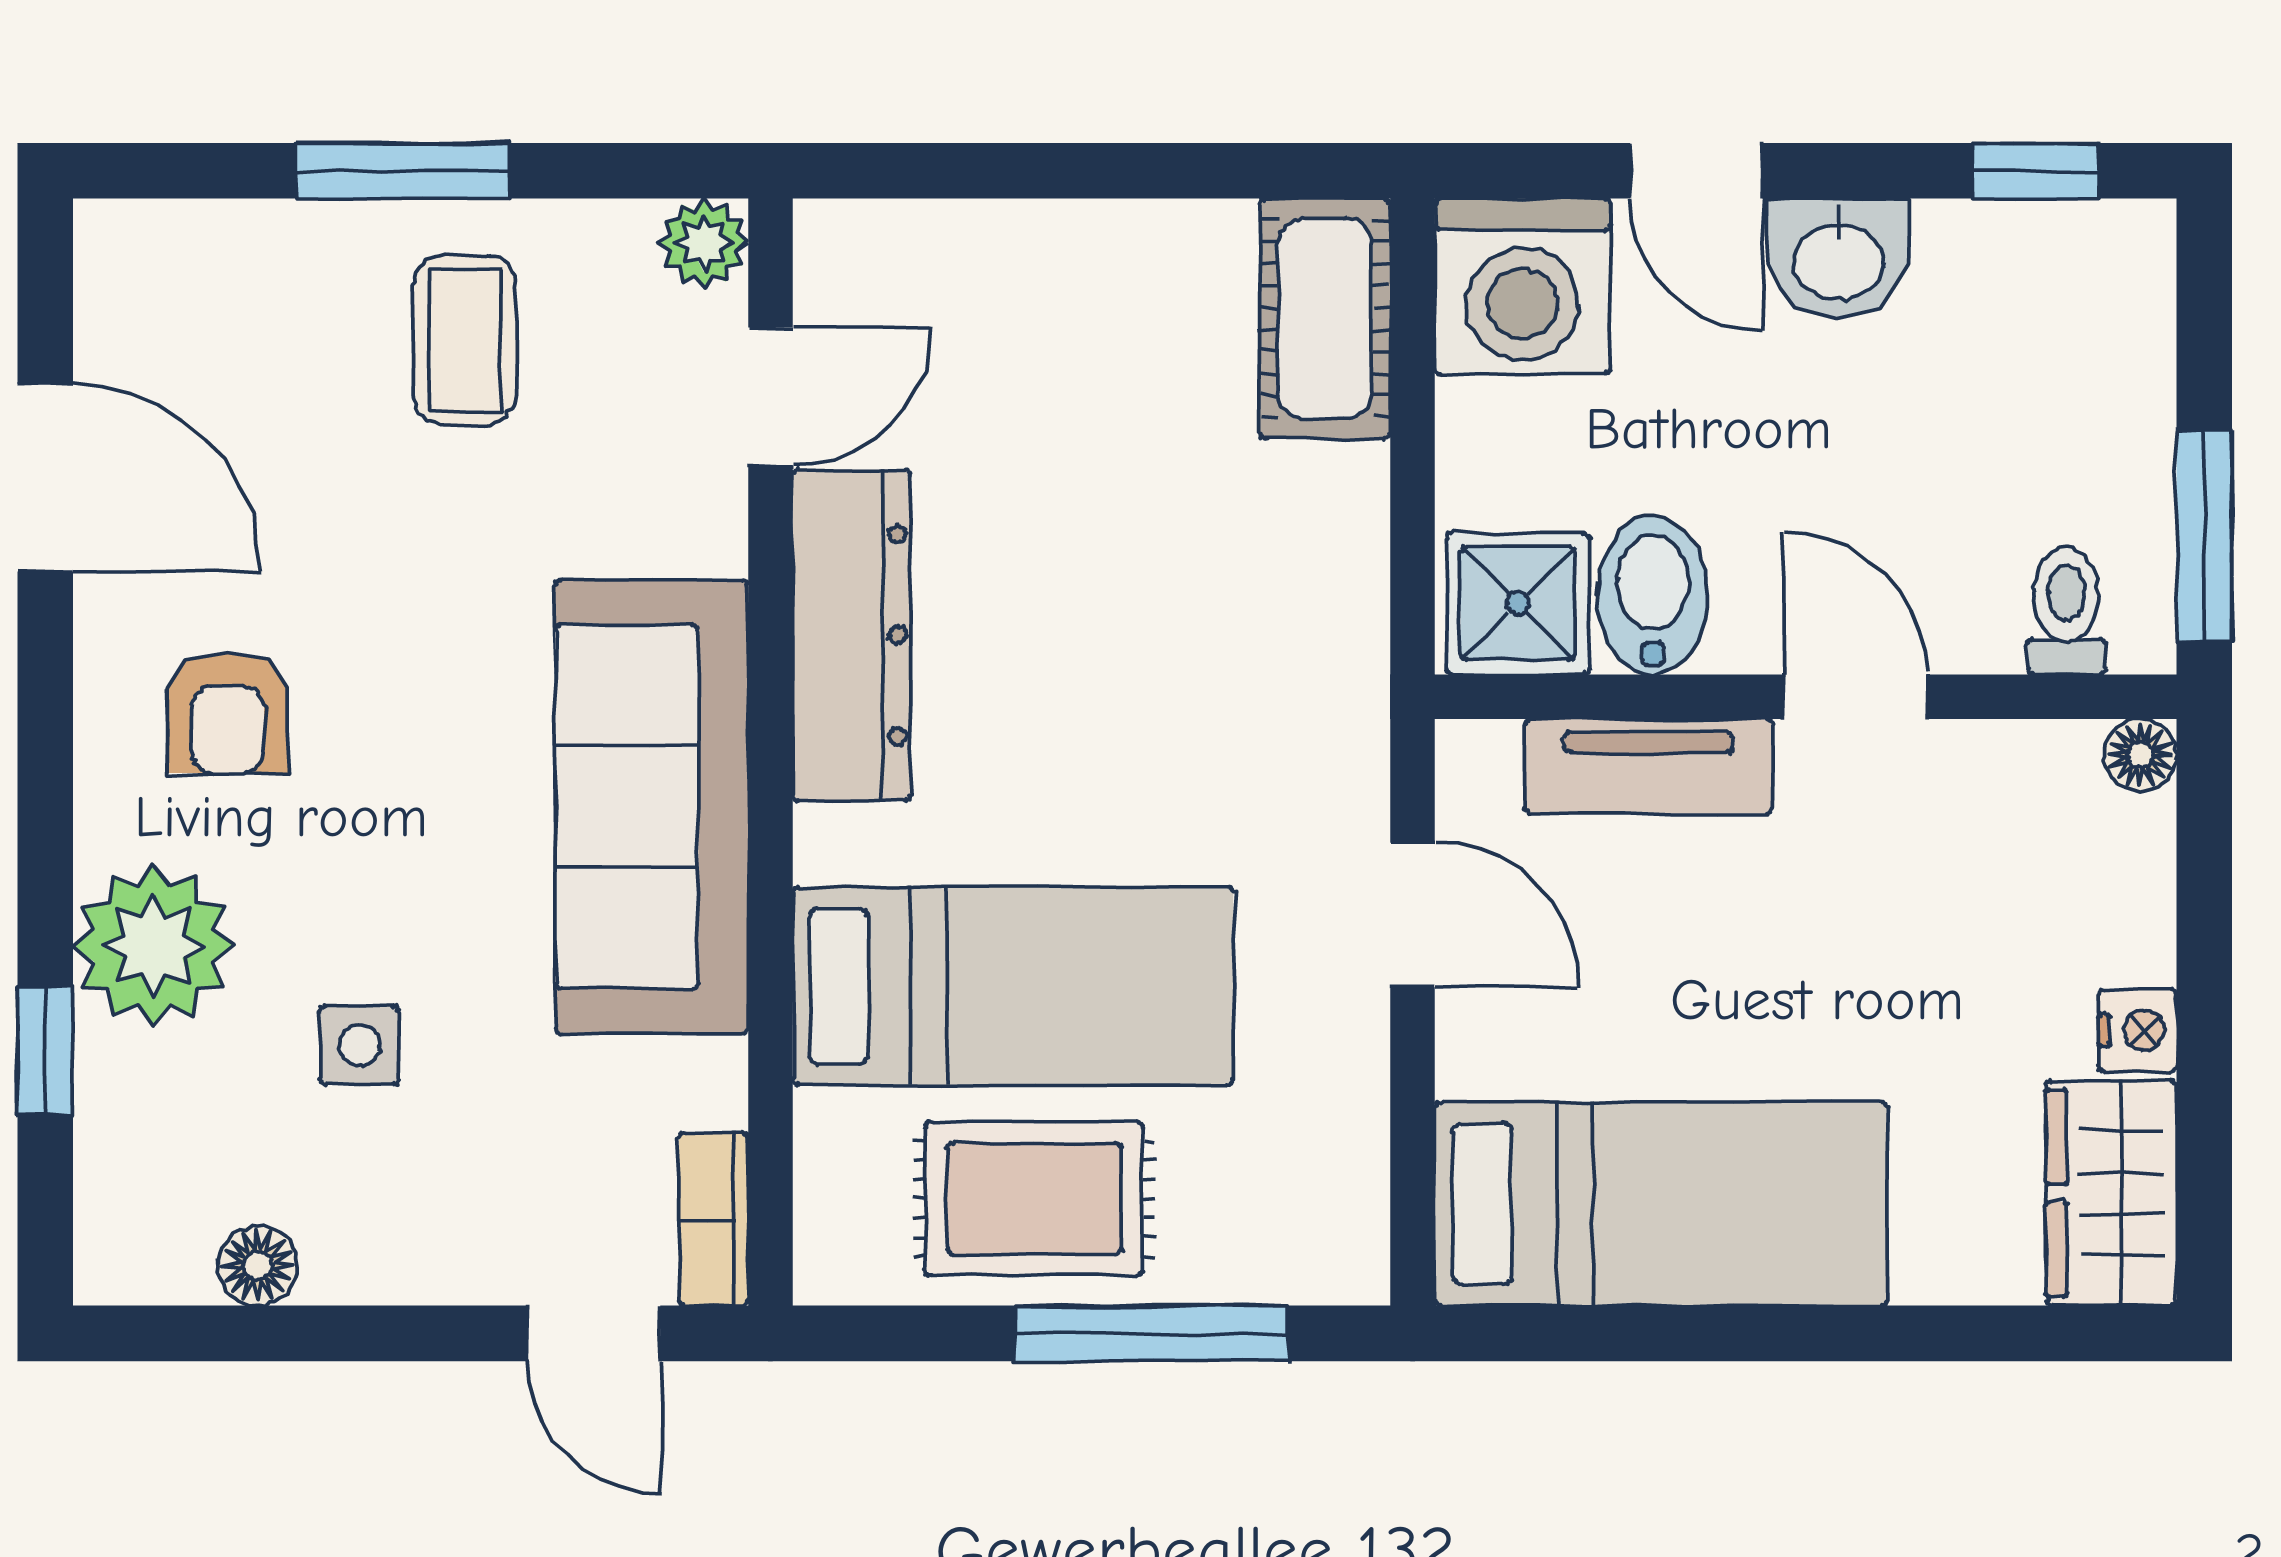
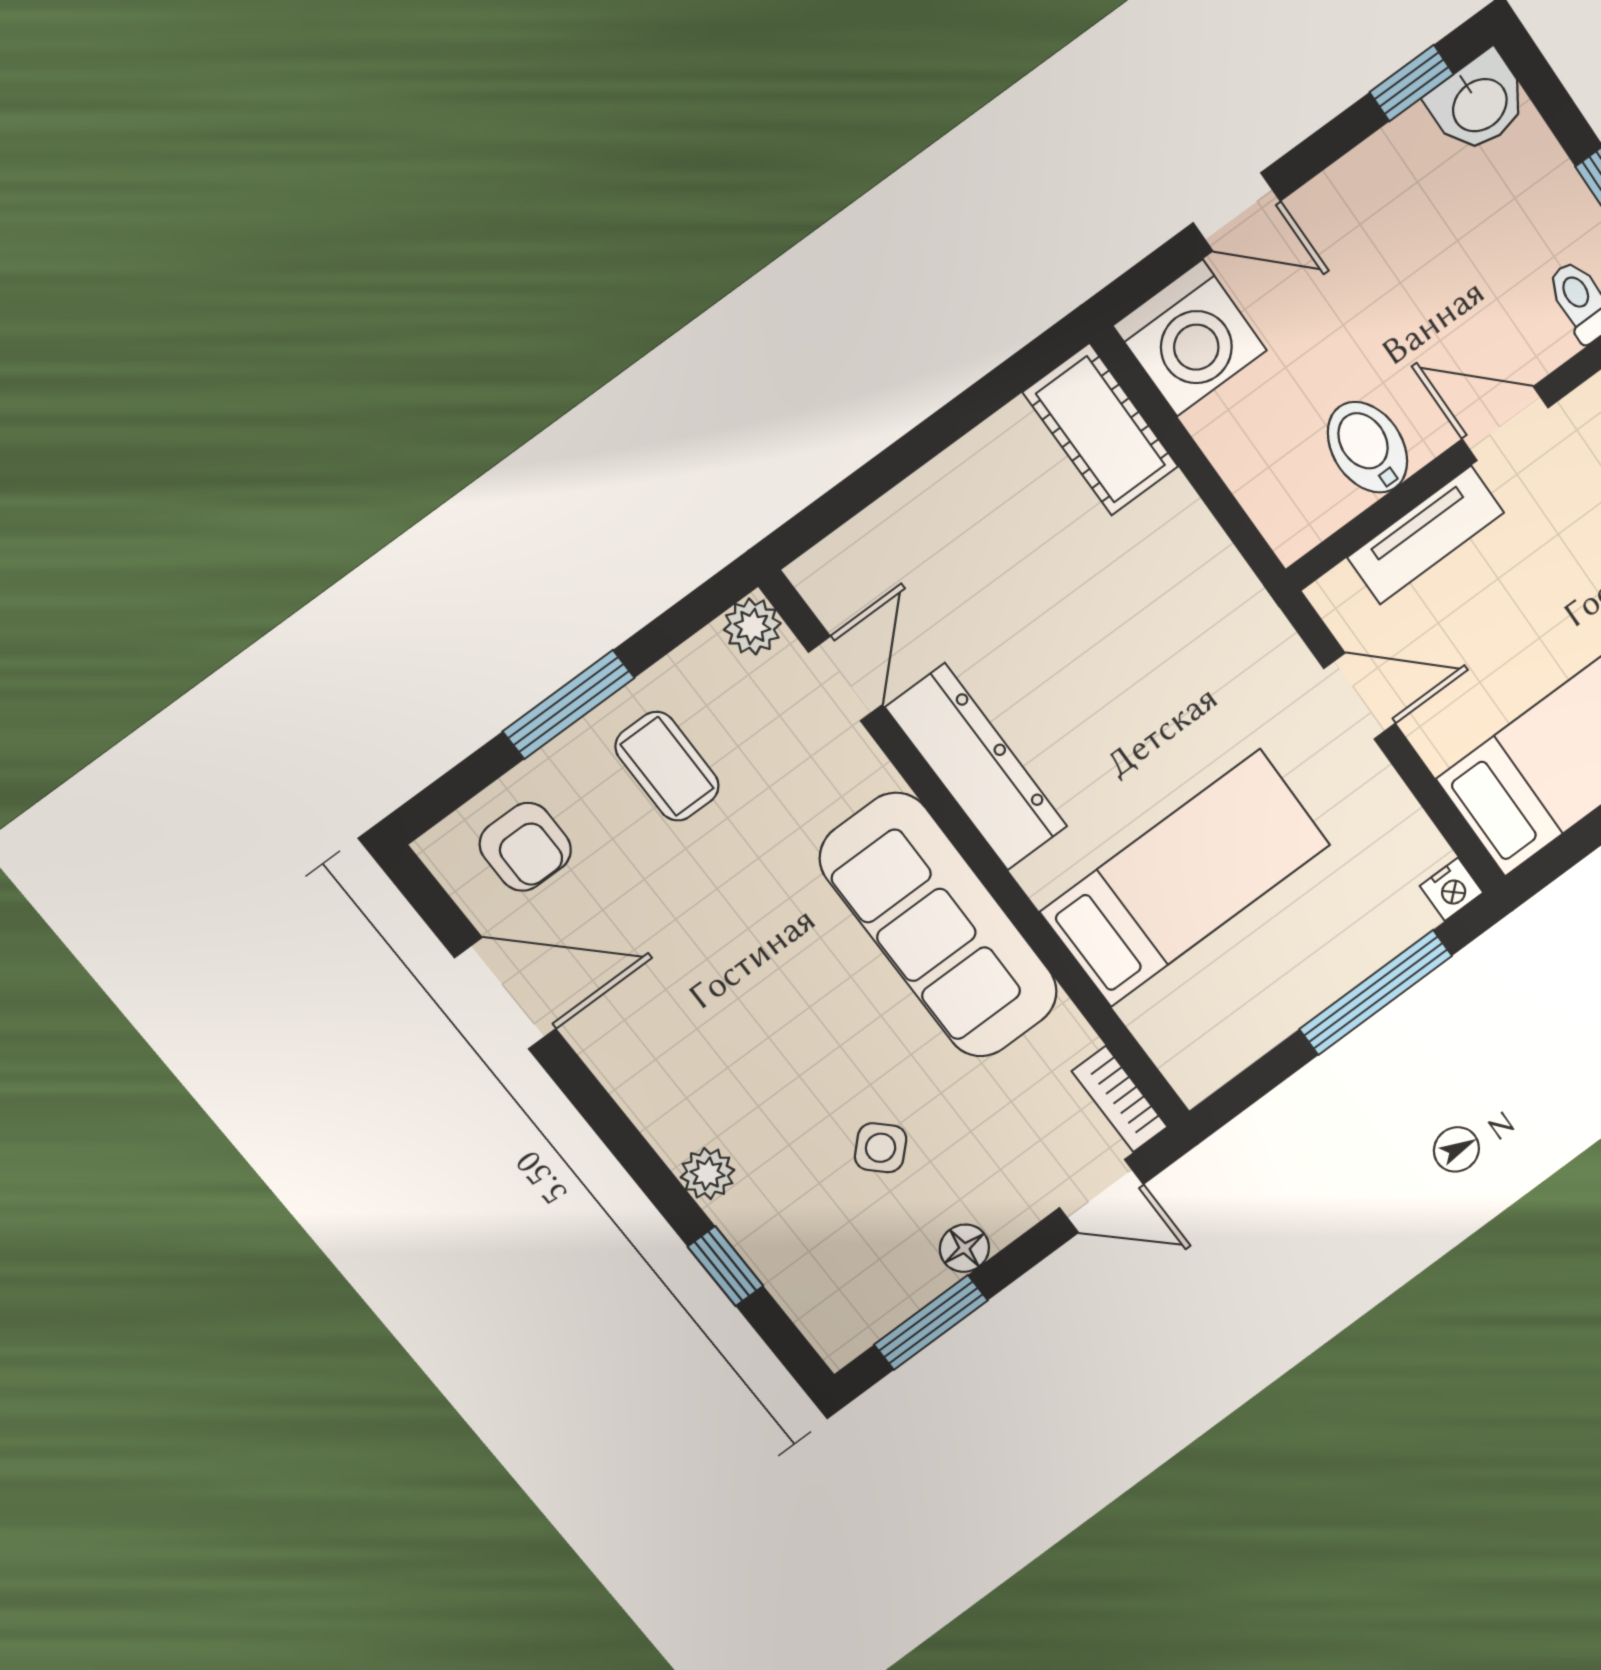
washbasin: (1838, 259) -> (1479, 103), moved
shower: (1518, 603) -> (1302, 502), removed
armchair: (228, 713) -> (525, 847), moved
plant: (154, 946) -> (708, 1174), width x0.53, depth x0.53
side table: (359, 1045) -> (881, 1148), turned 45
rug: (1034, 1199) -> (1271, 972), removed
floor lamp: (258, 1266) -> (964, 1248), moved
nightstand: (1351, 1269) -> (1452, 889), added
window: (248, 1333) -> (931, 1322), added

